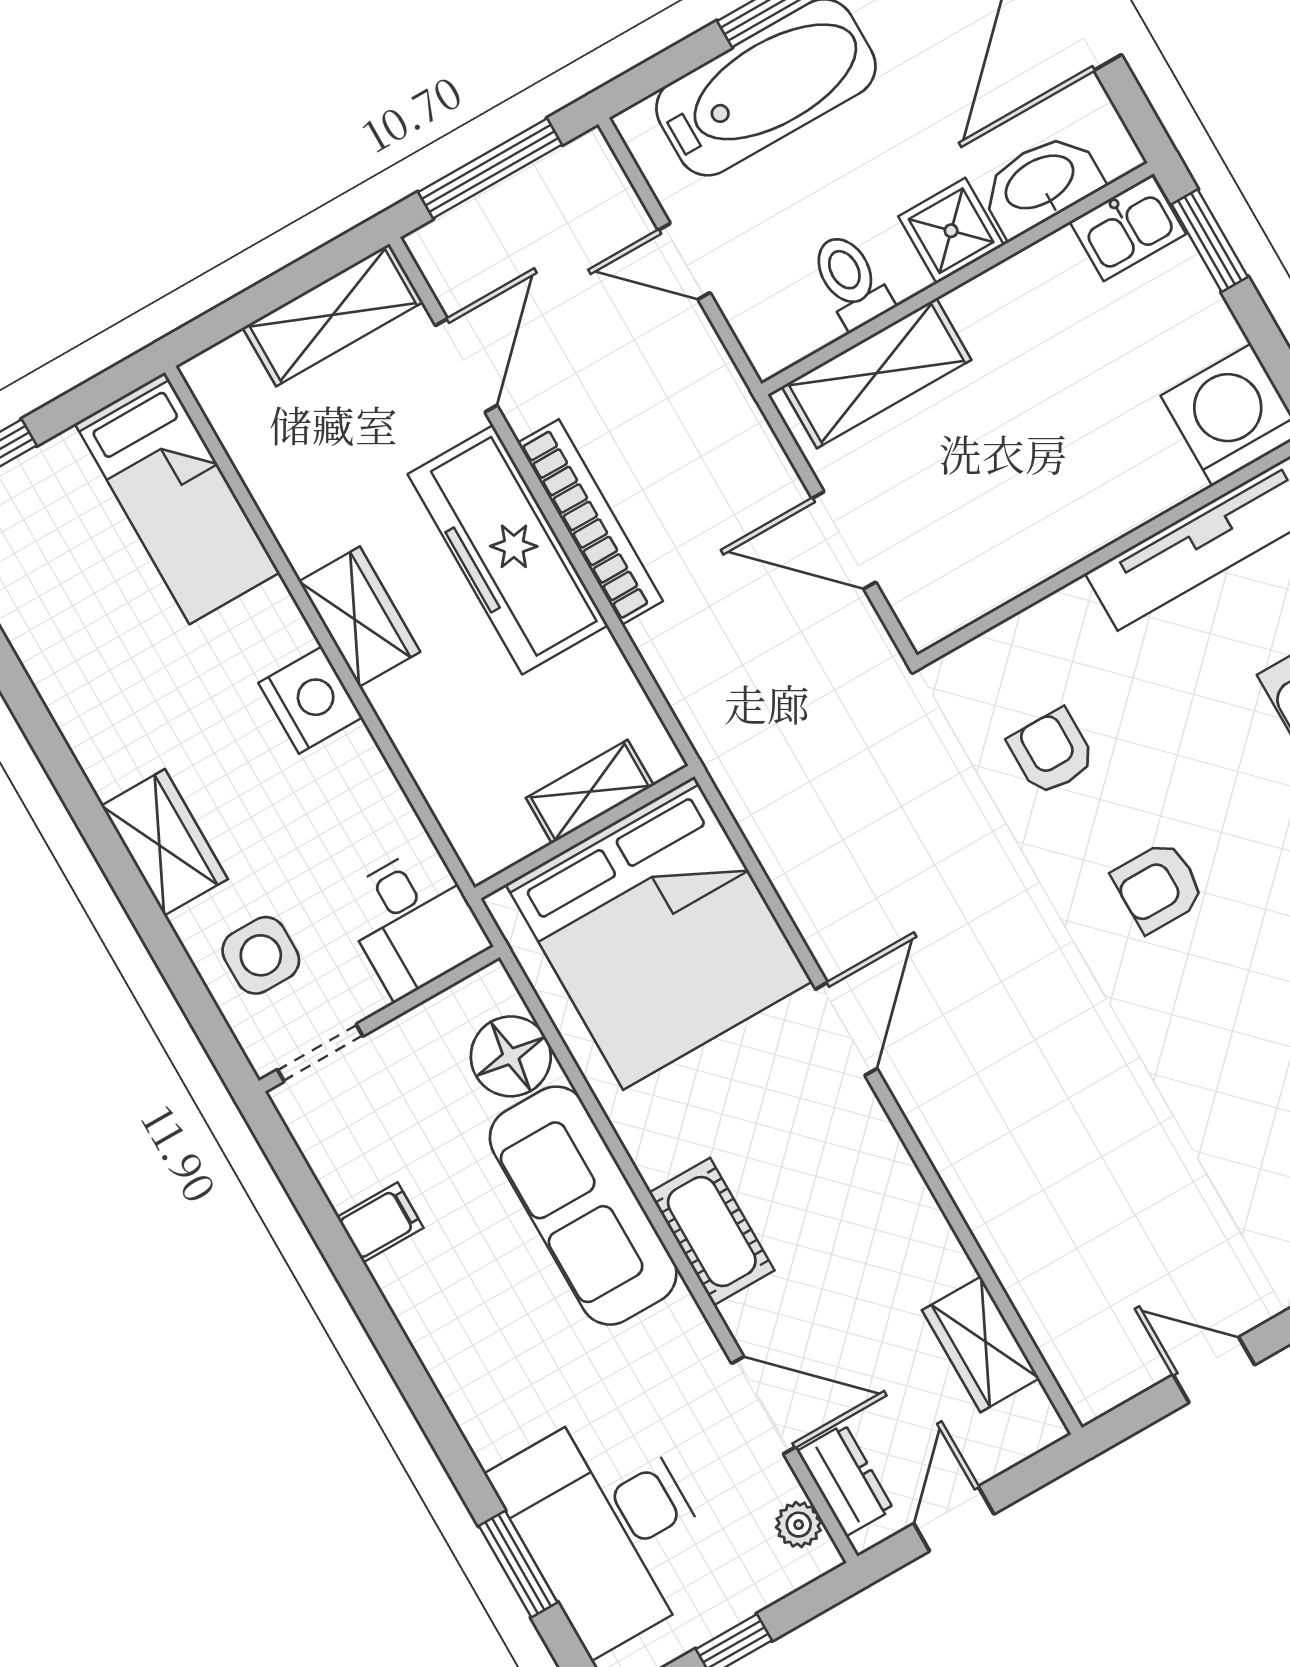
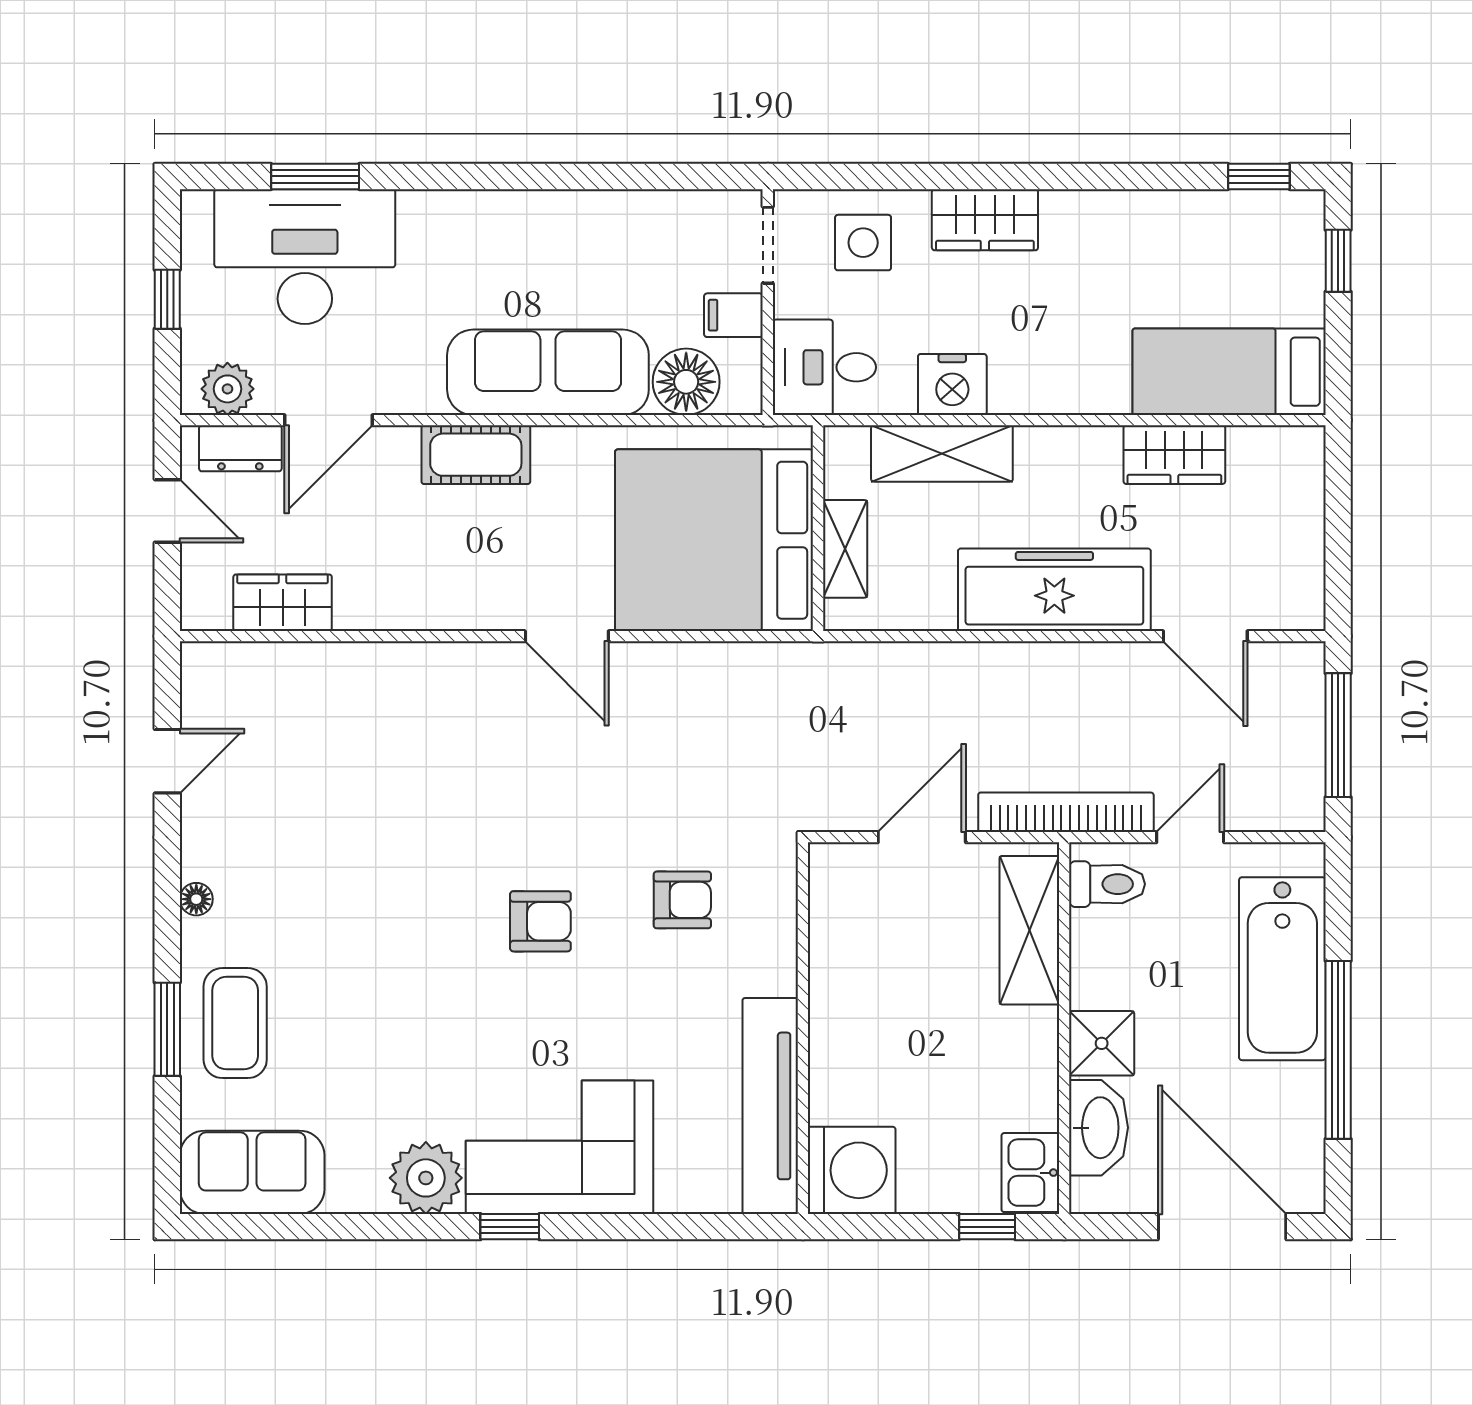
window: (1210, 241) -> (987, 1227), width x0.67
toilet: (851, 281) -> (1107, 884), moved
shelving: (333, 315) -> (942, 453), moved, turned 90
bookcase: (590, 522) -> (1066, 812), moved, turned 180
wardrobe: (359, 617) -> (1174, 455), moved
nightstand: (310, 700) -> (952, 384), moved
armchair: (1158, 887) -> (540, 921), turned 90
filing cabinet: (380, 1222) -> (733, 315), moved, turned 90
plant: (799, 1525) -> (227, 389), width x1.38, depth x1.38

